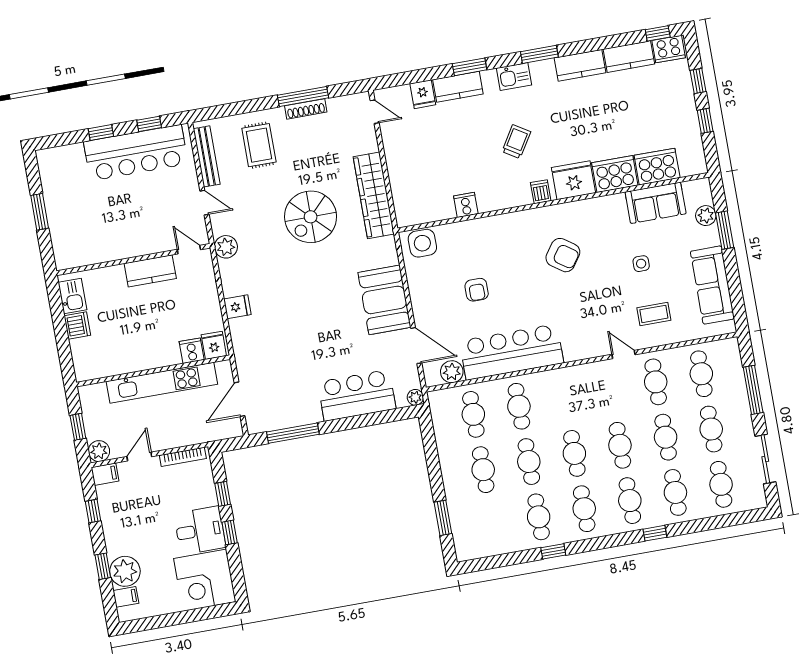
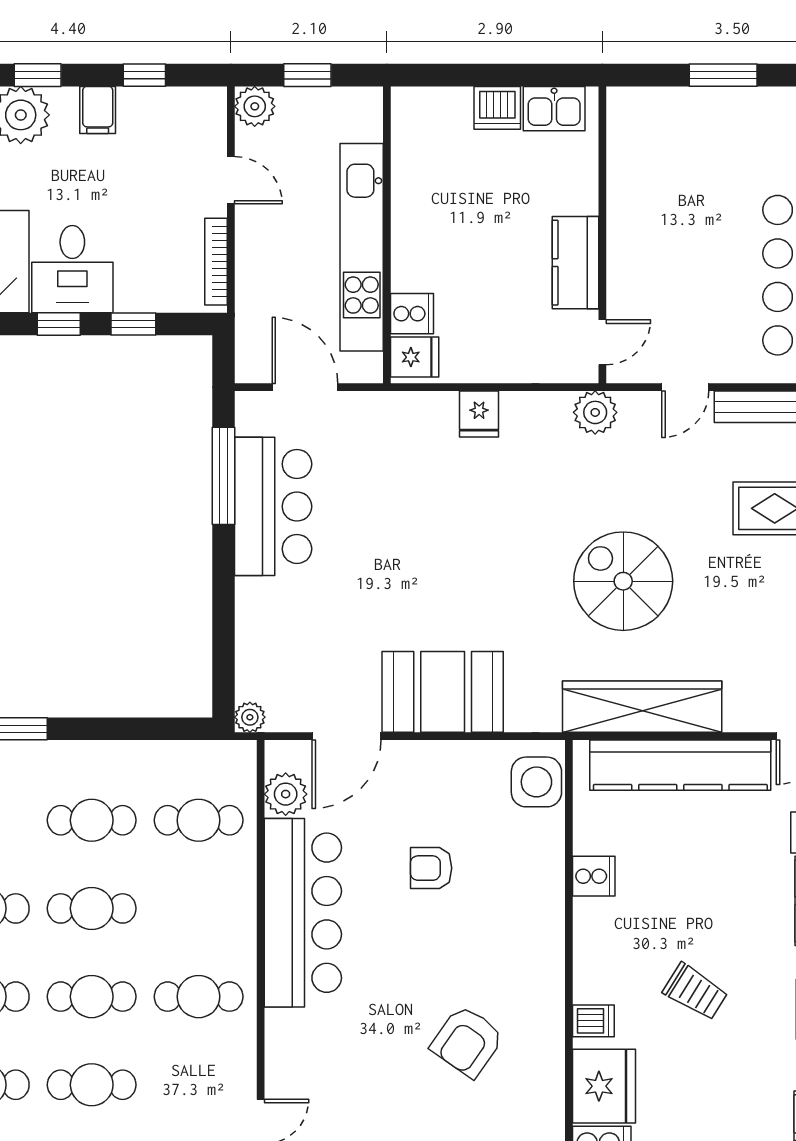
kitchen counter: (400, 170) -> (680, 765), added
bar counter: (357, 395) -> (273, 506), moved
cafe table: (519, 406) -> (199, 997), moved
filing cabinet: (105, 474) -> (98, 110), moved

